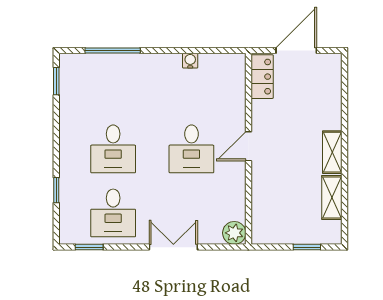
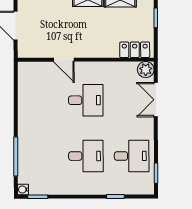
water cooler: (190, 61) -> (23, 190), moved
locker: (262, 77) -> (135, 50), moved
door: (248, 146) -> (64, 60), moved
double door: (173, 247) -> (156, 100), moved

